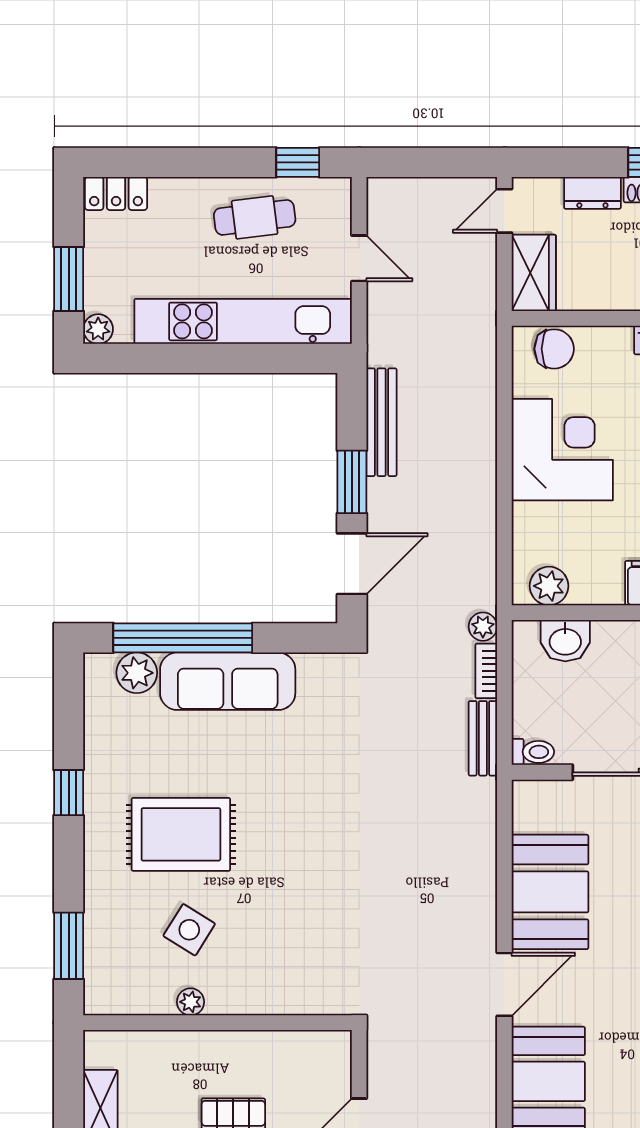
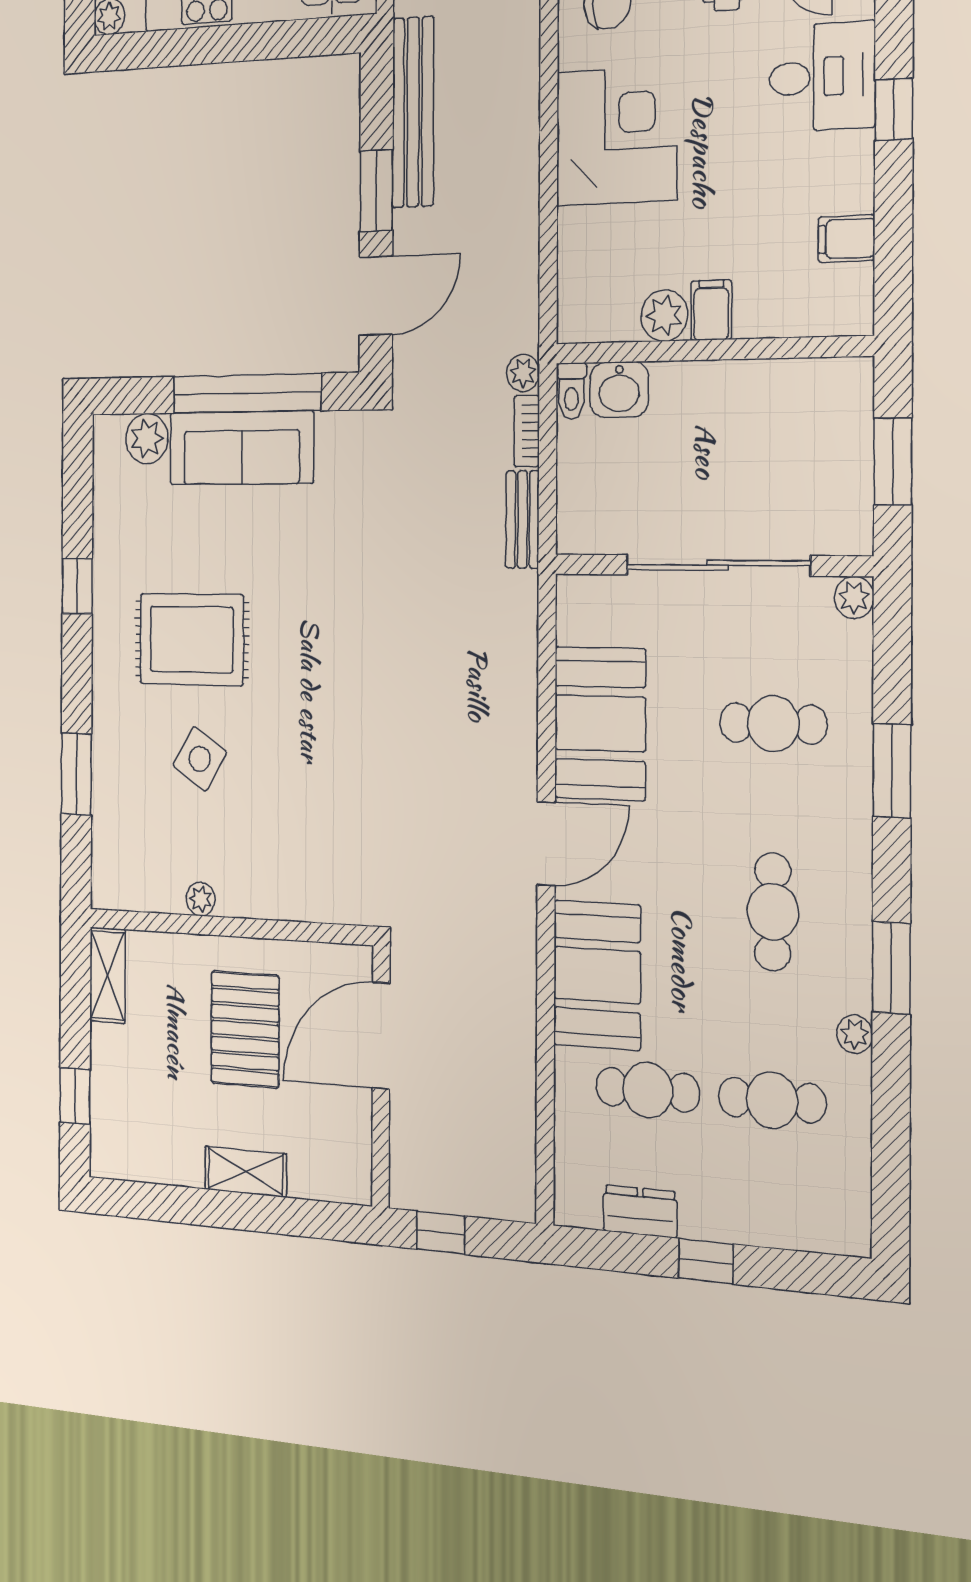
bench: (381, 422) -> (413, 112), width x1.37, depth x1.21
plant: (549, 586) -> (664, 315), moved
window: (183, 638) -> (247, 393), moved
toilet: (533, 752) -> (571, 391), moved, turned 90
plant: (191, 1002) -> (201, 899), moved
wall: (218, 1023) -> (229, 927), moved

